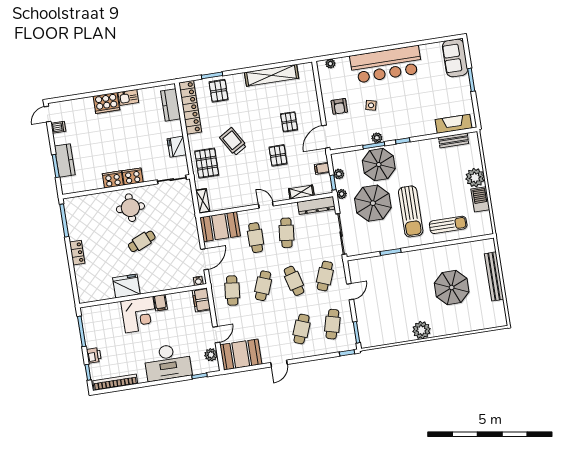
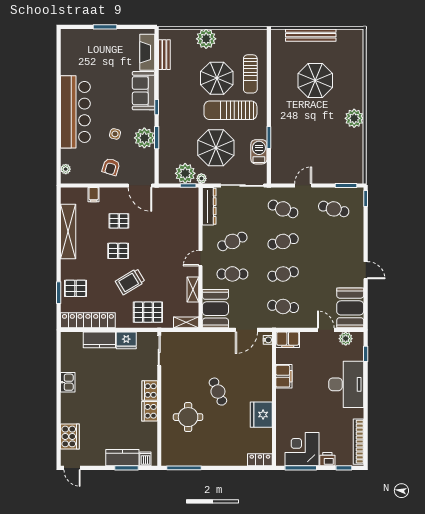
sofa: (455, 58) -> (144, 91), moved, turned 90
cooker: (106, 103) -> (70, 436), moved
kitchen counter: (171, 105) -> (99, 340), moved
armchair: (339, 106) -> (111, 167), turned 107
dishwasher: (58, 127) -> (145, 459), moved
plant: (377, 138) -> (144, 138), width x1.87, depth x1.87
pallet: (278, 155) -> (118, 251), moved
parasol: (379, 165) -> (217, 78), moved
filing cabinet: (322, 168) -> (94, 195), moved
plant: (339, 174) -> (185, 173), width x1.87, depth x1.87
shelving: (301, 192) -> (193, 289), moved
barbecue: (480, 199) -> (259, 152), moved, turned 90
round table: (130, 208) -> (188, 417), moved
sun lounger: (411, 211) -> (230, 110), turned 180
sun lounger: (448, 225) -> (250, 74), turned 180
cafe table: (286, 233) -> (232, 241), turned -30
locker: (77, 253) -> (260, 460), moved
door: (205, 259) -> (246, 330), swing flipped
cafe table: (263, 286) -> (283, 274), turned -33
door: (350, 292) -> (303, 185), hinge flipped
filing cabinet: (160, 303) -> (284, 376), width x2.00
corner desk: (139, 315) -> (302, 449), moved, turned -90
cafe table: (302, 329) -> (334, 241), removed

